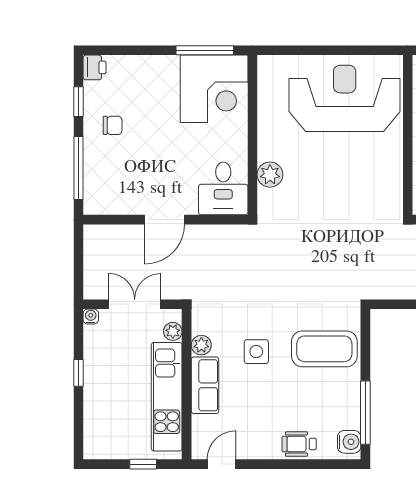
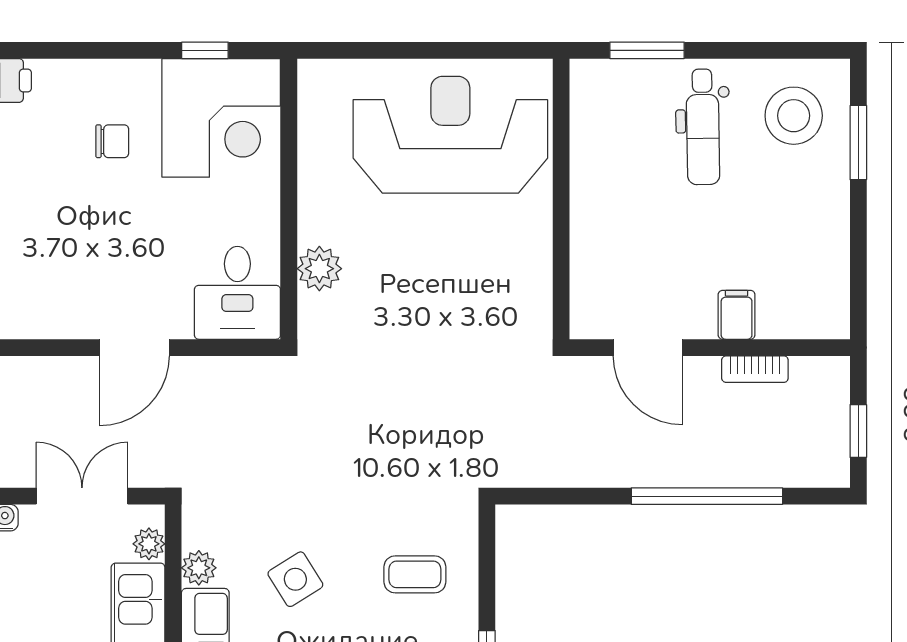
window: (205, 50) -> (205, 50), width x0.46
chair: (113, 125) -> (112, 141), moved
coffee table: (324, 349) -> (415, 574), width x0.54, depth x0.58
side table: (256, 352) -> (295, 579), turned -32

